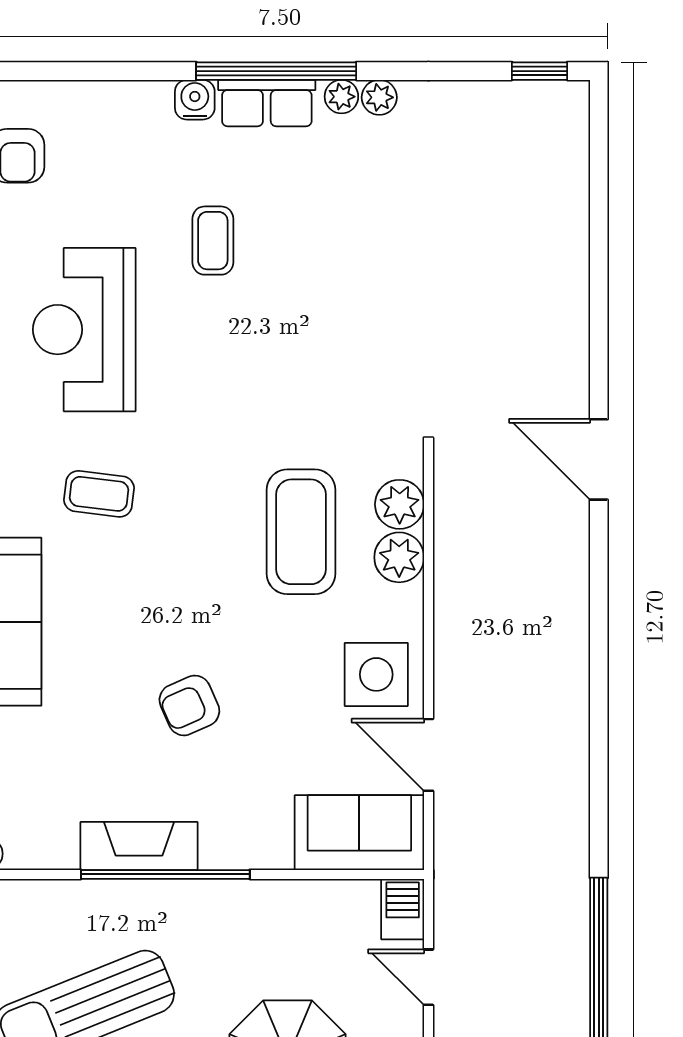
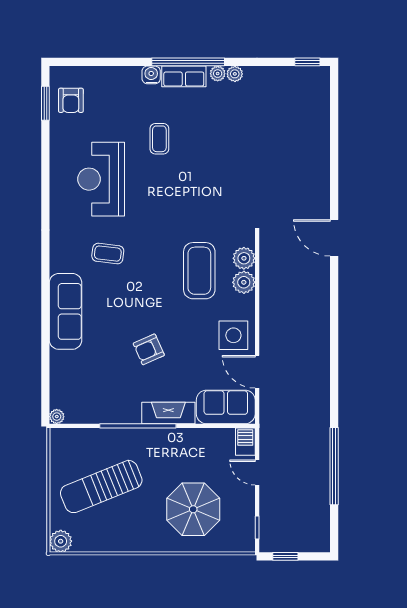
fireplace: (139, 846) -> (168, 413), moved

